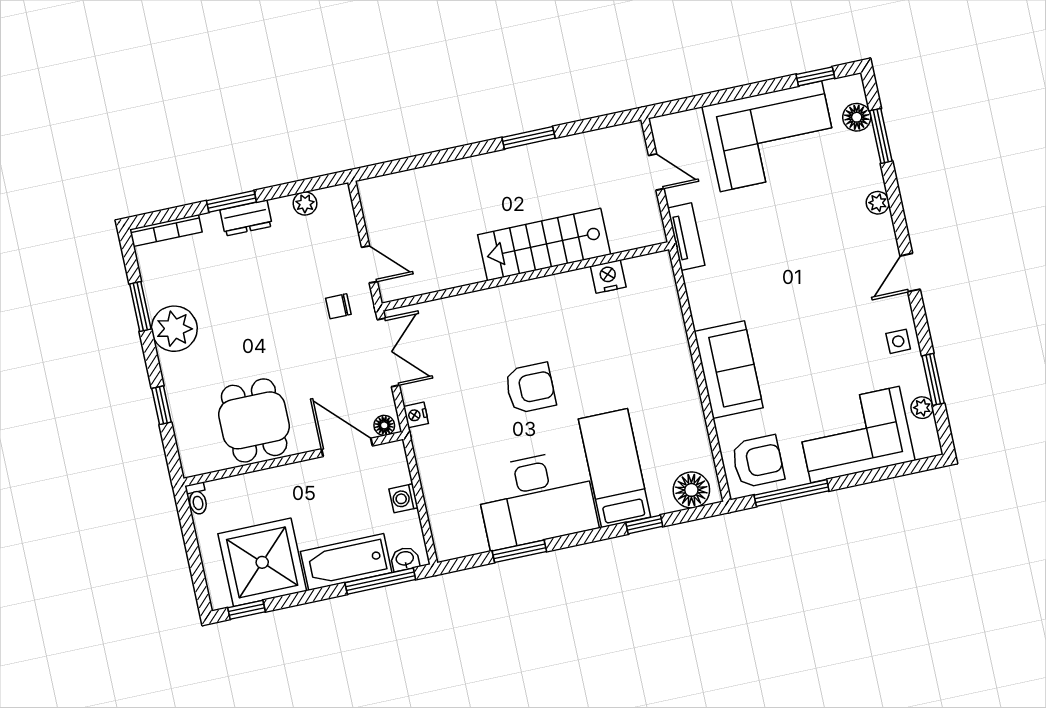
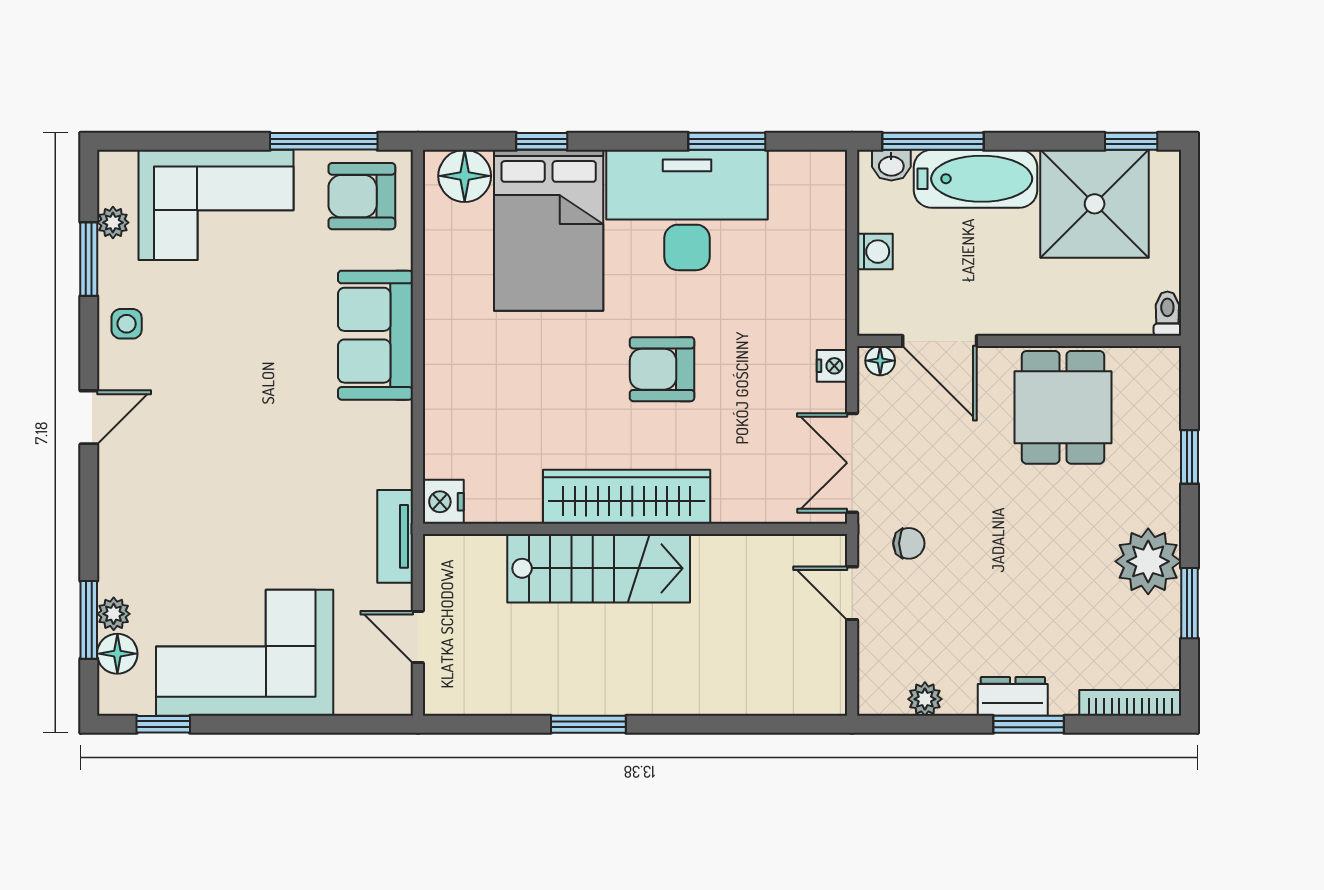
plant: (878, 203) -> (114, 614), moved
nightstand: (608, 277) -> (443, 502), moved, turned 90
wardrobe: (536, 297) -> (627, 497), added
bed: (615, 468) -> (549, 230), width x1.50

